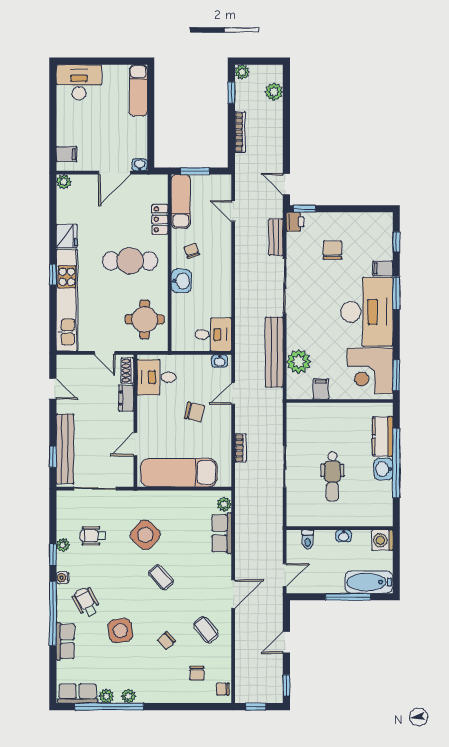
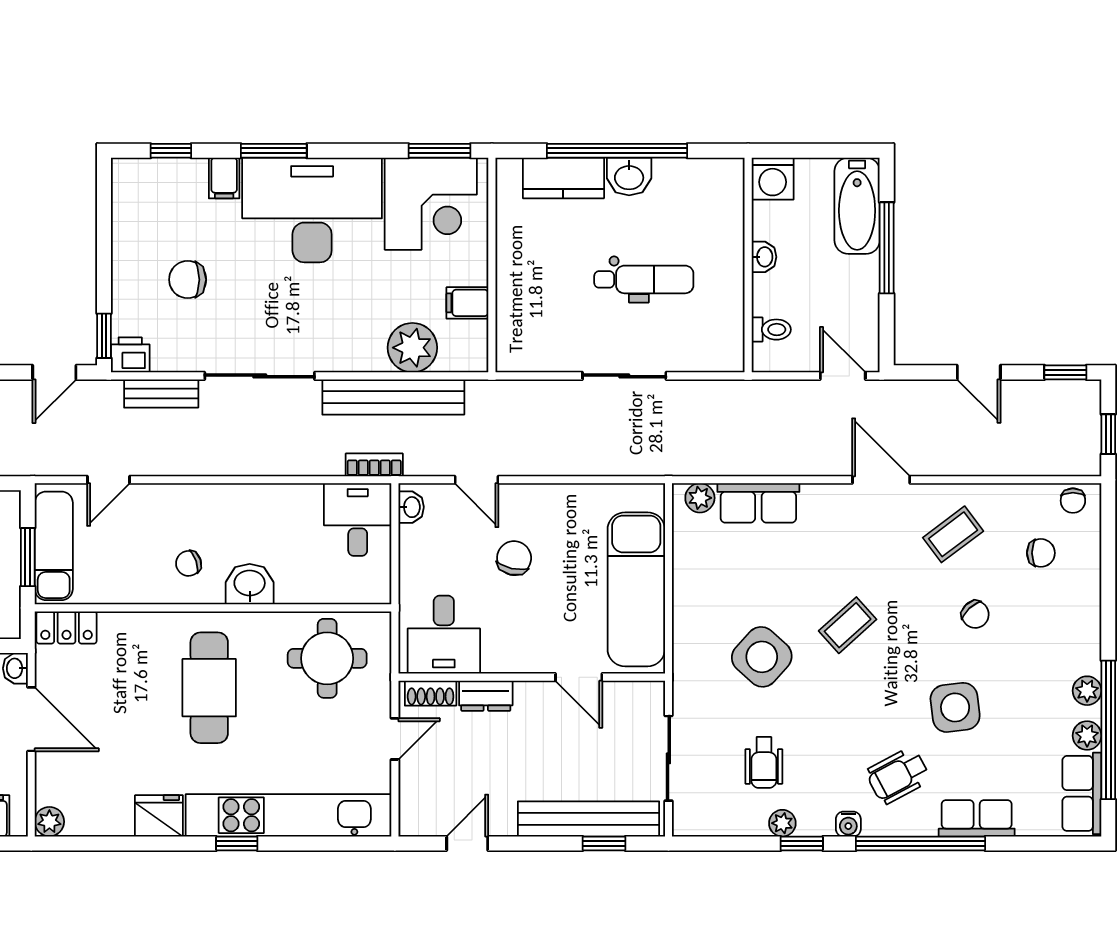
exam couch: (181, 201) -> (54, 546), moved, turned 90
locker: (160, 219) -> (67, 627), moved
bookcase: (241, 448) -> (374, 465), moved

